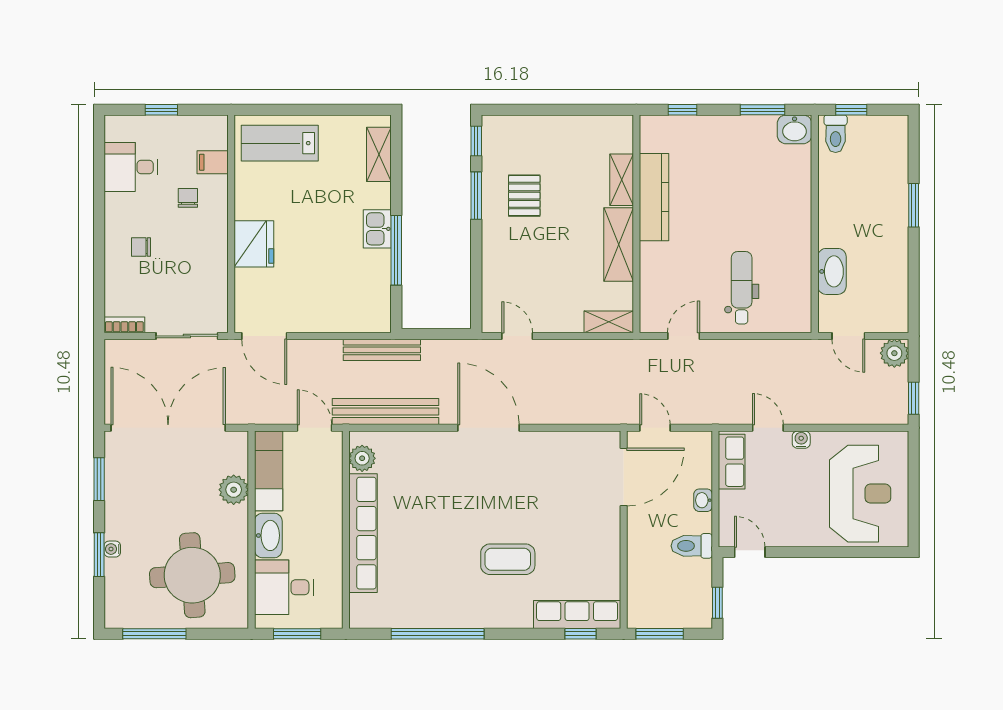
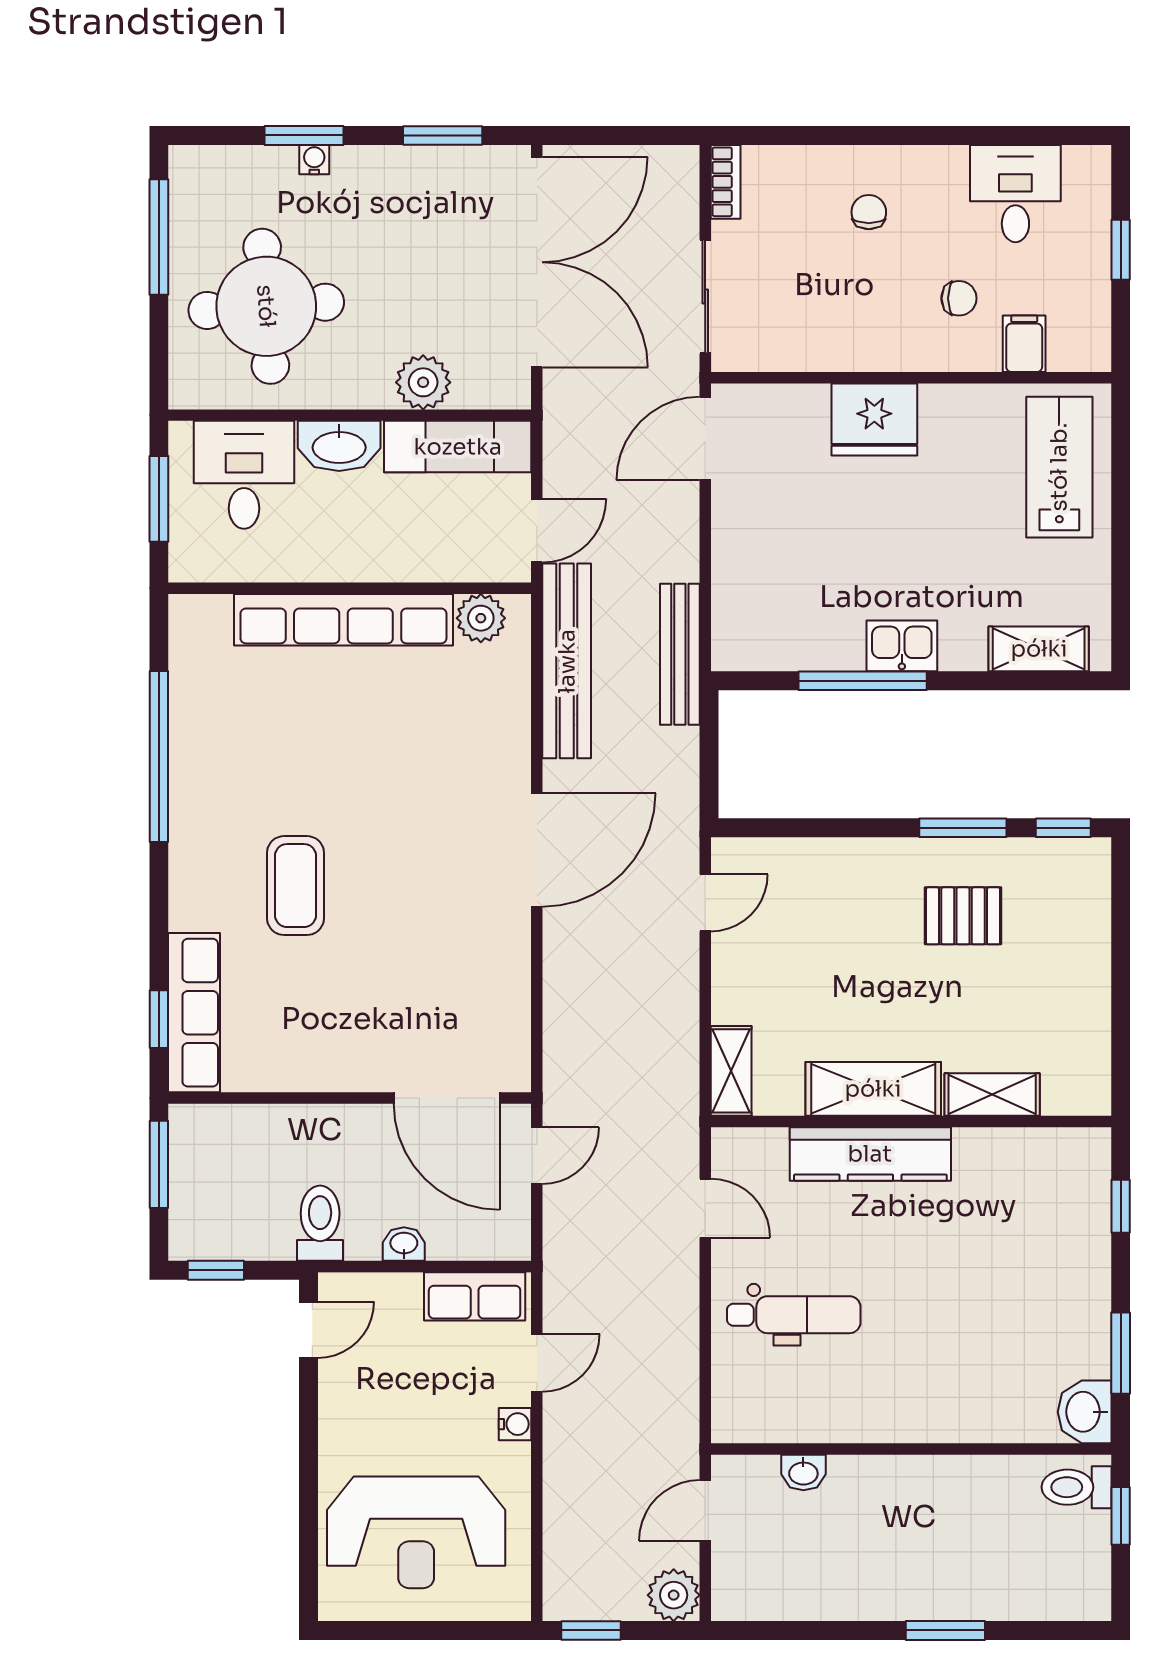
kitchen counter: (654, 197) -> (870, 1154), moved
washbasin: (832, 271) -> (803, 1472), width x0.52, depth x0.69

